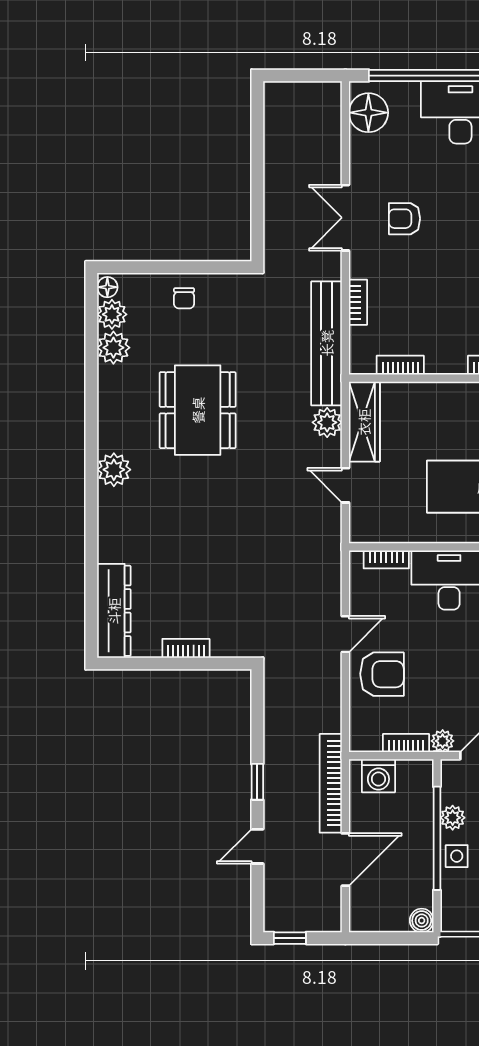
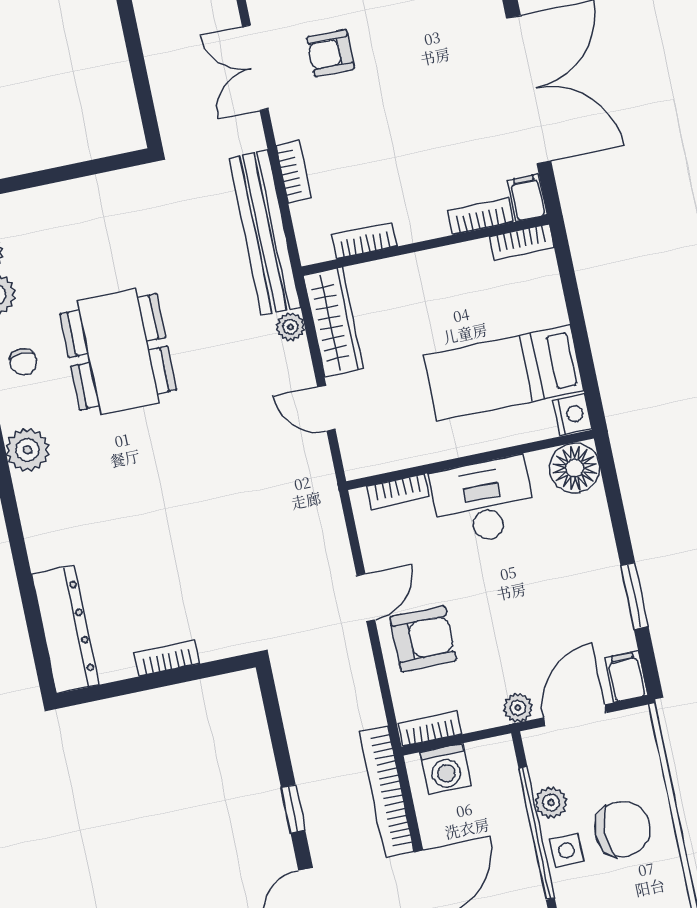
chair: (184, 298) -> (23, 362), moved
plant: (327, 422) -> (290, 327), width x0.73, depth x0.73
bookcase: (406, 743) -> (430, 729), moved

